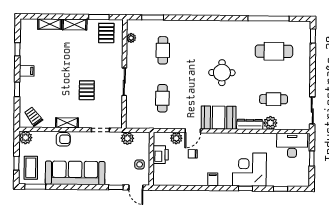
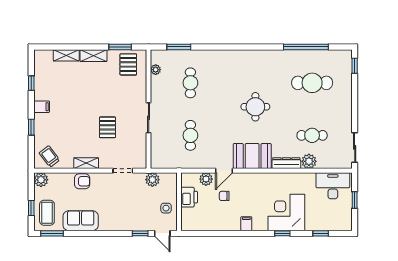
sofa: (75, 173) -> (81, 221), width x0.54, depth x0.79

